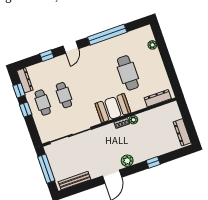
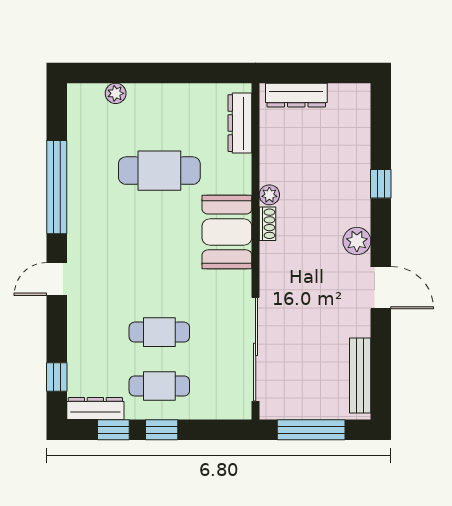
door: (71, 47) -> (57, 279), swing flipped
window: (47, 56) -> (57, 377), moved
dresser: (182, 132) -> (296, 95), moved

